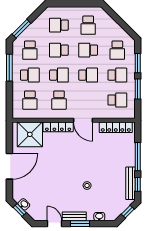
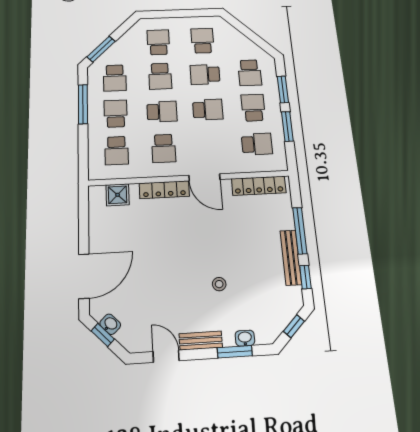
school desk: (59, 25) -> (158, 42), turned 90
school desk: (88, 25) -> (202, 41), turned 180
school desk: (59, 50) -> (160, 76), turned -90
school desk: (30, 75) -> (116, 114), turned -90
school desk: (117, 75) -> (253, 108), turned -90
shower: (30, 134) -> (118, 195), width x0.54, depth x0.54
door: (9, 166) -> (84, 276), moved
bench: (130, 183) -> (291, 257), moved
window: (80, 224) -> (235, 352), moved

